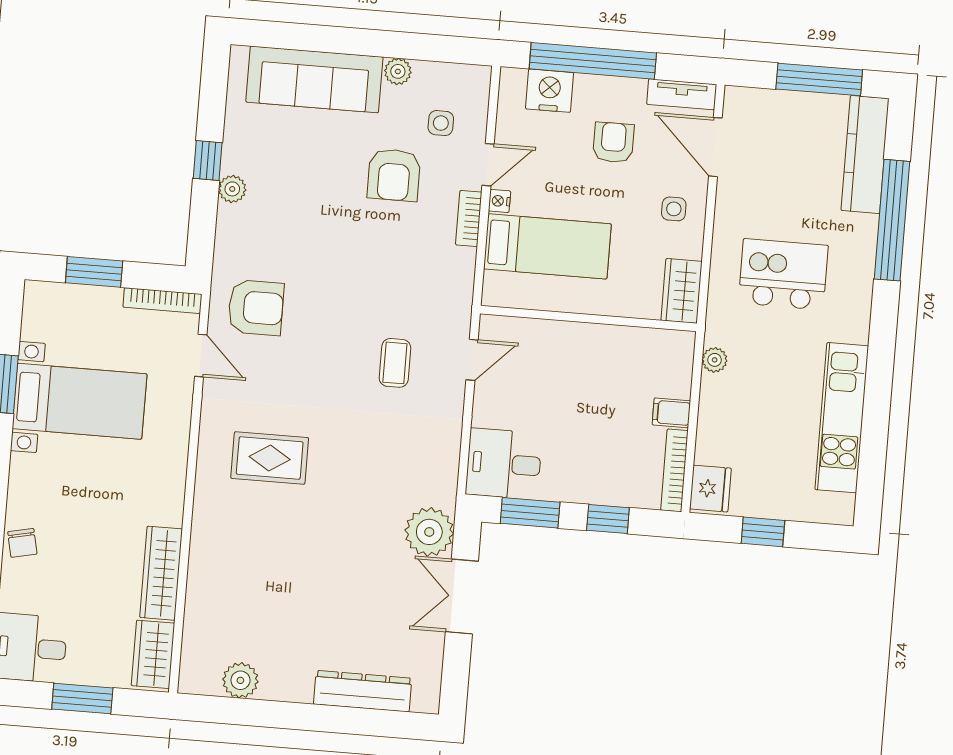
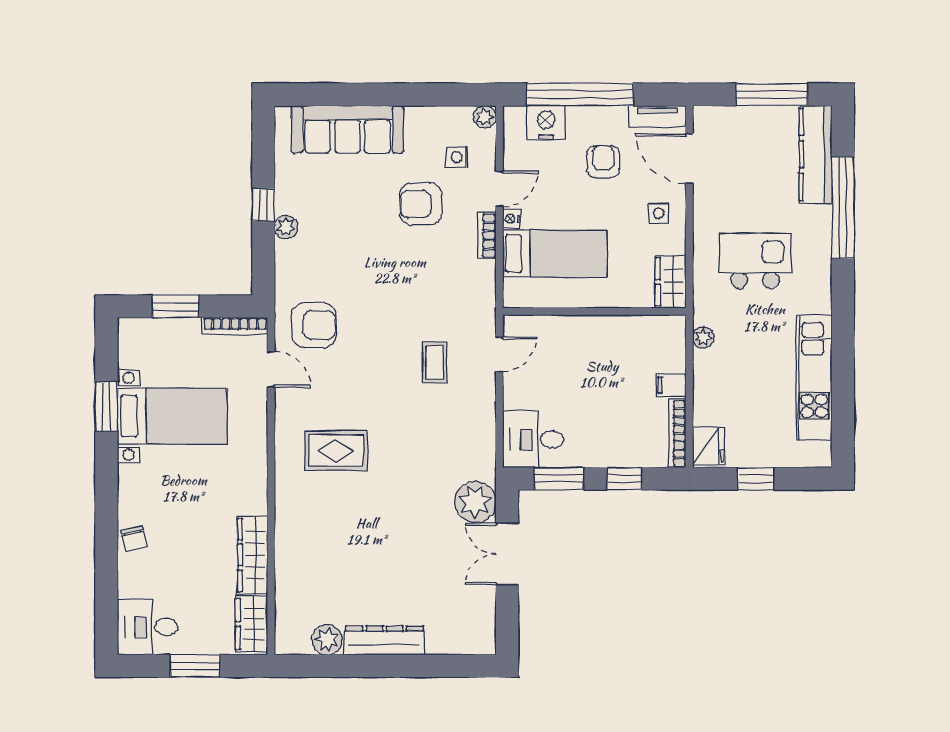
plant: (398, 71) -> (485, 117), moved
armchair: (394, 175) -> (421, 204), turned 90
dresser: (363, 691) -> (385, 640), moved

